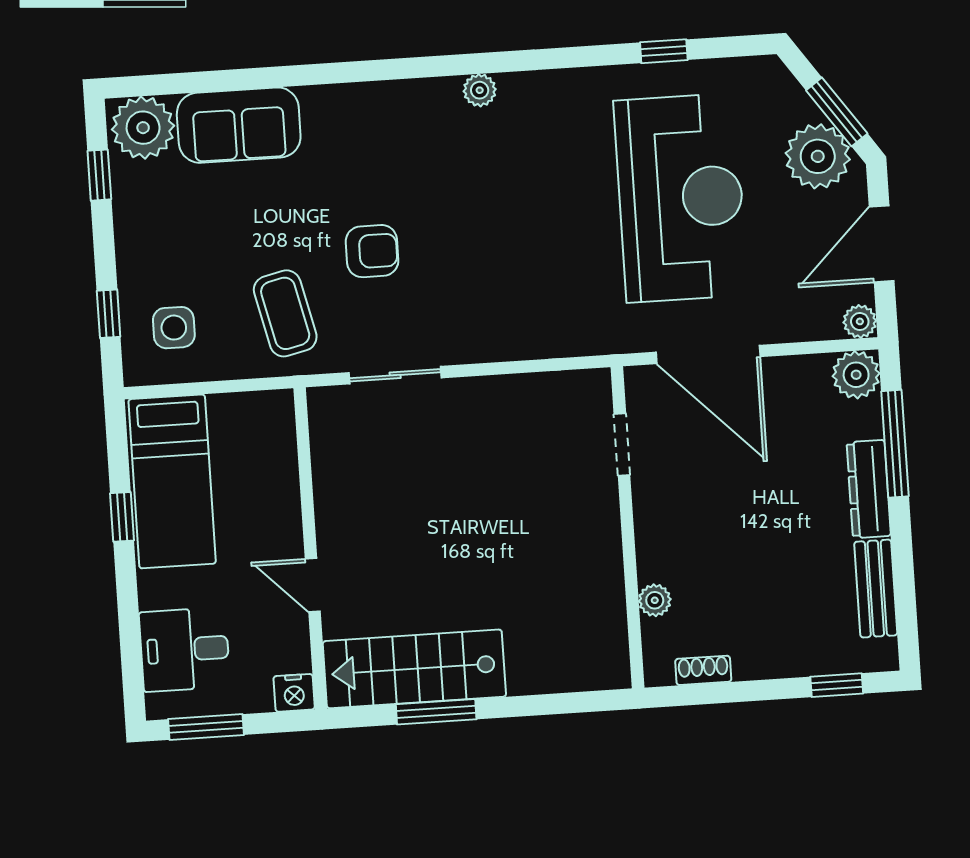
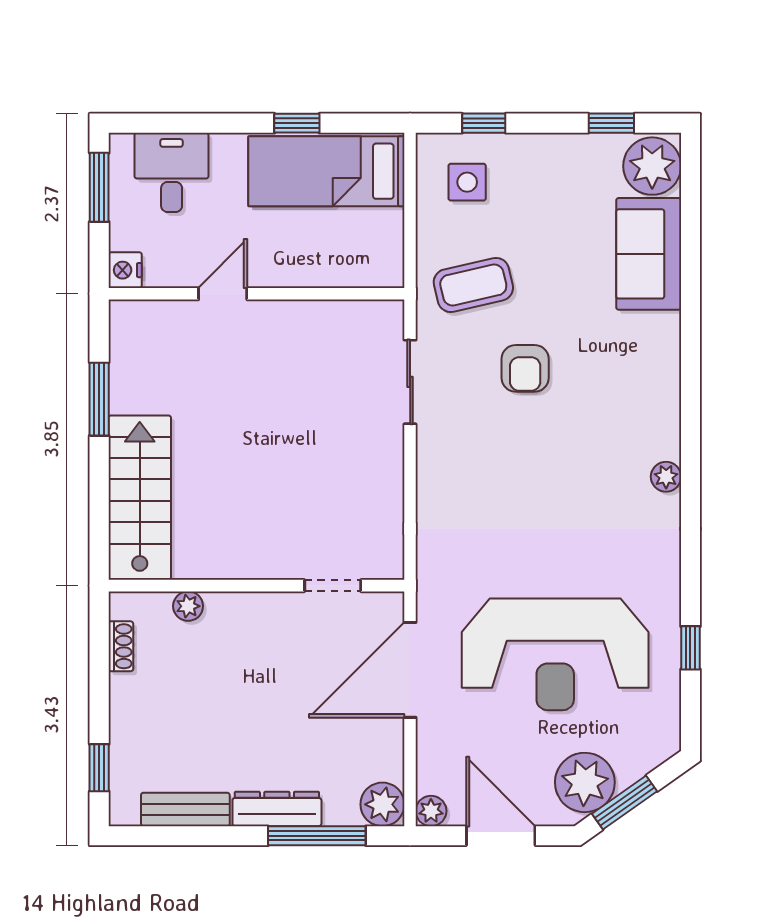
stairs: (414, 669) -> (140, 498), moved

